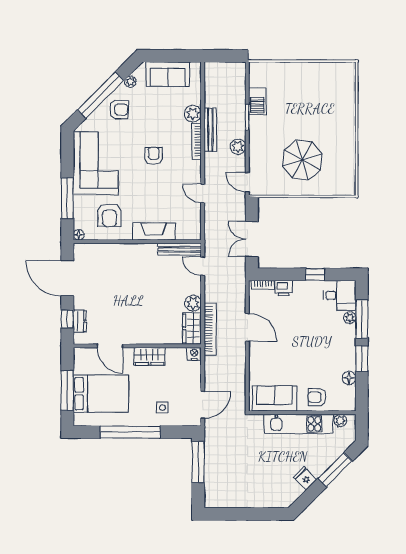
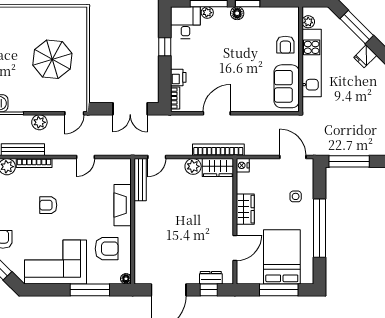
floor lamp: (349, 378) -> (237, 13), moved

